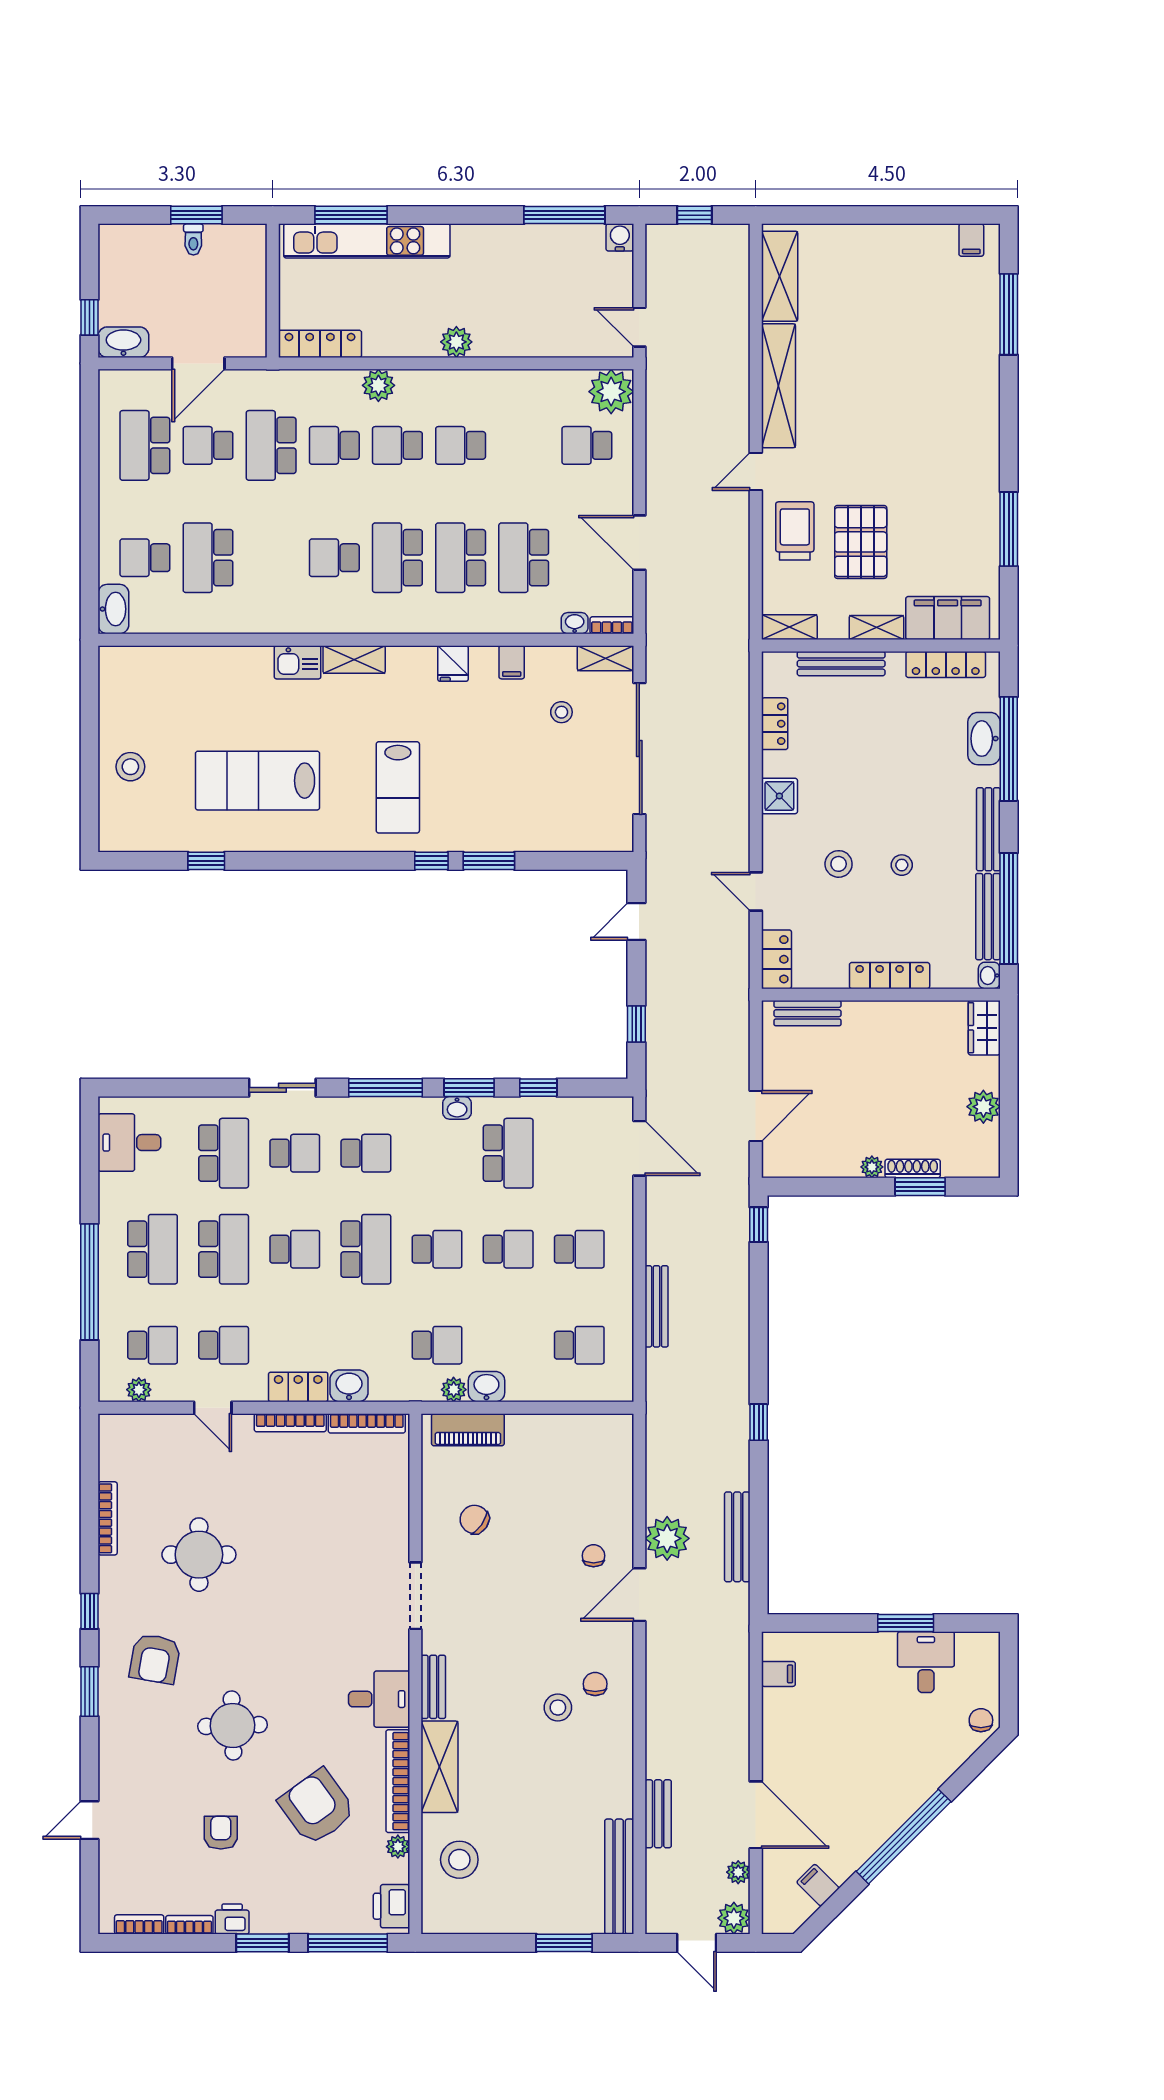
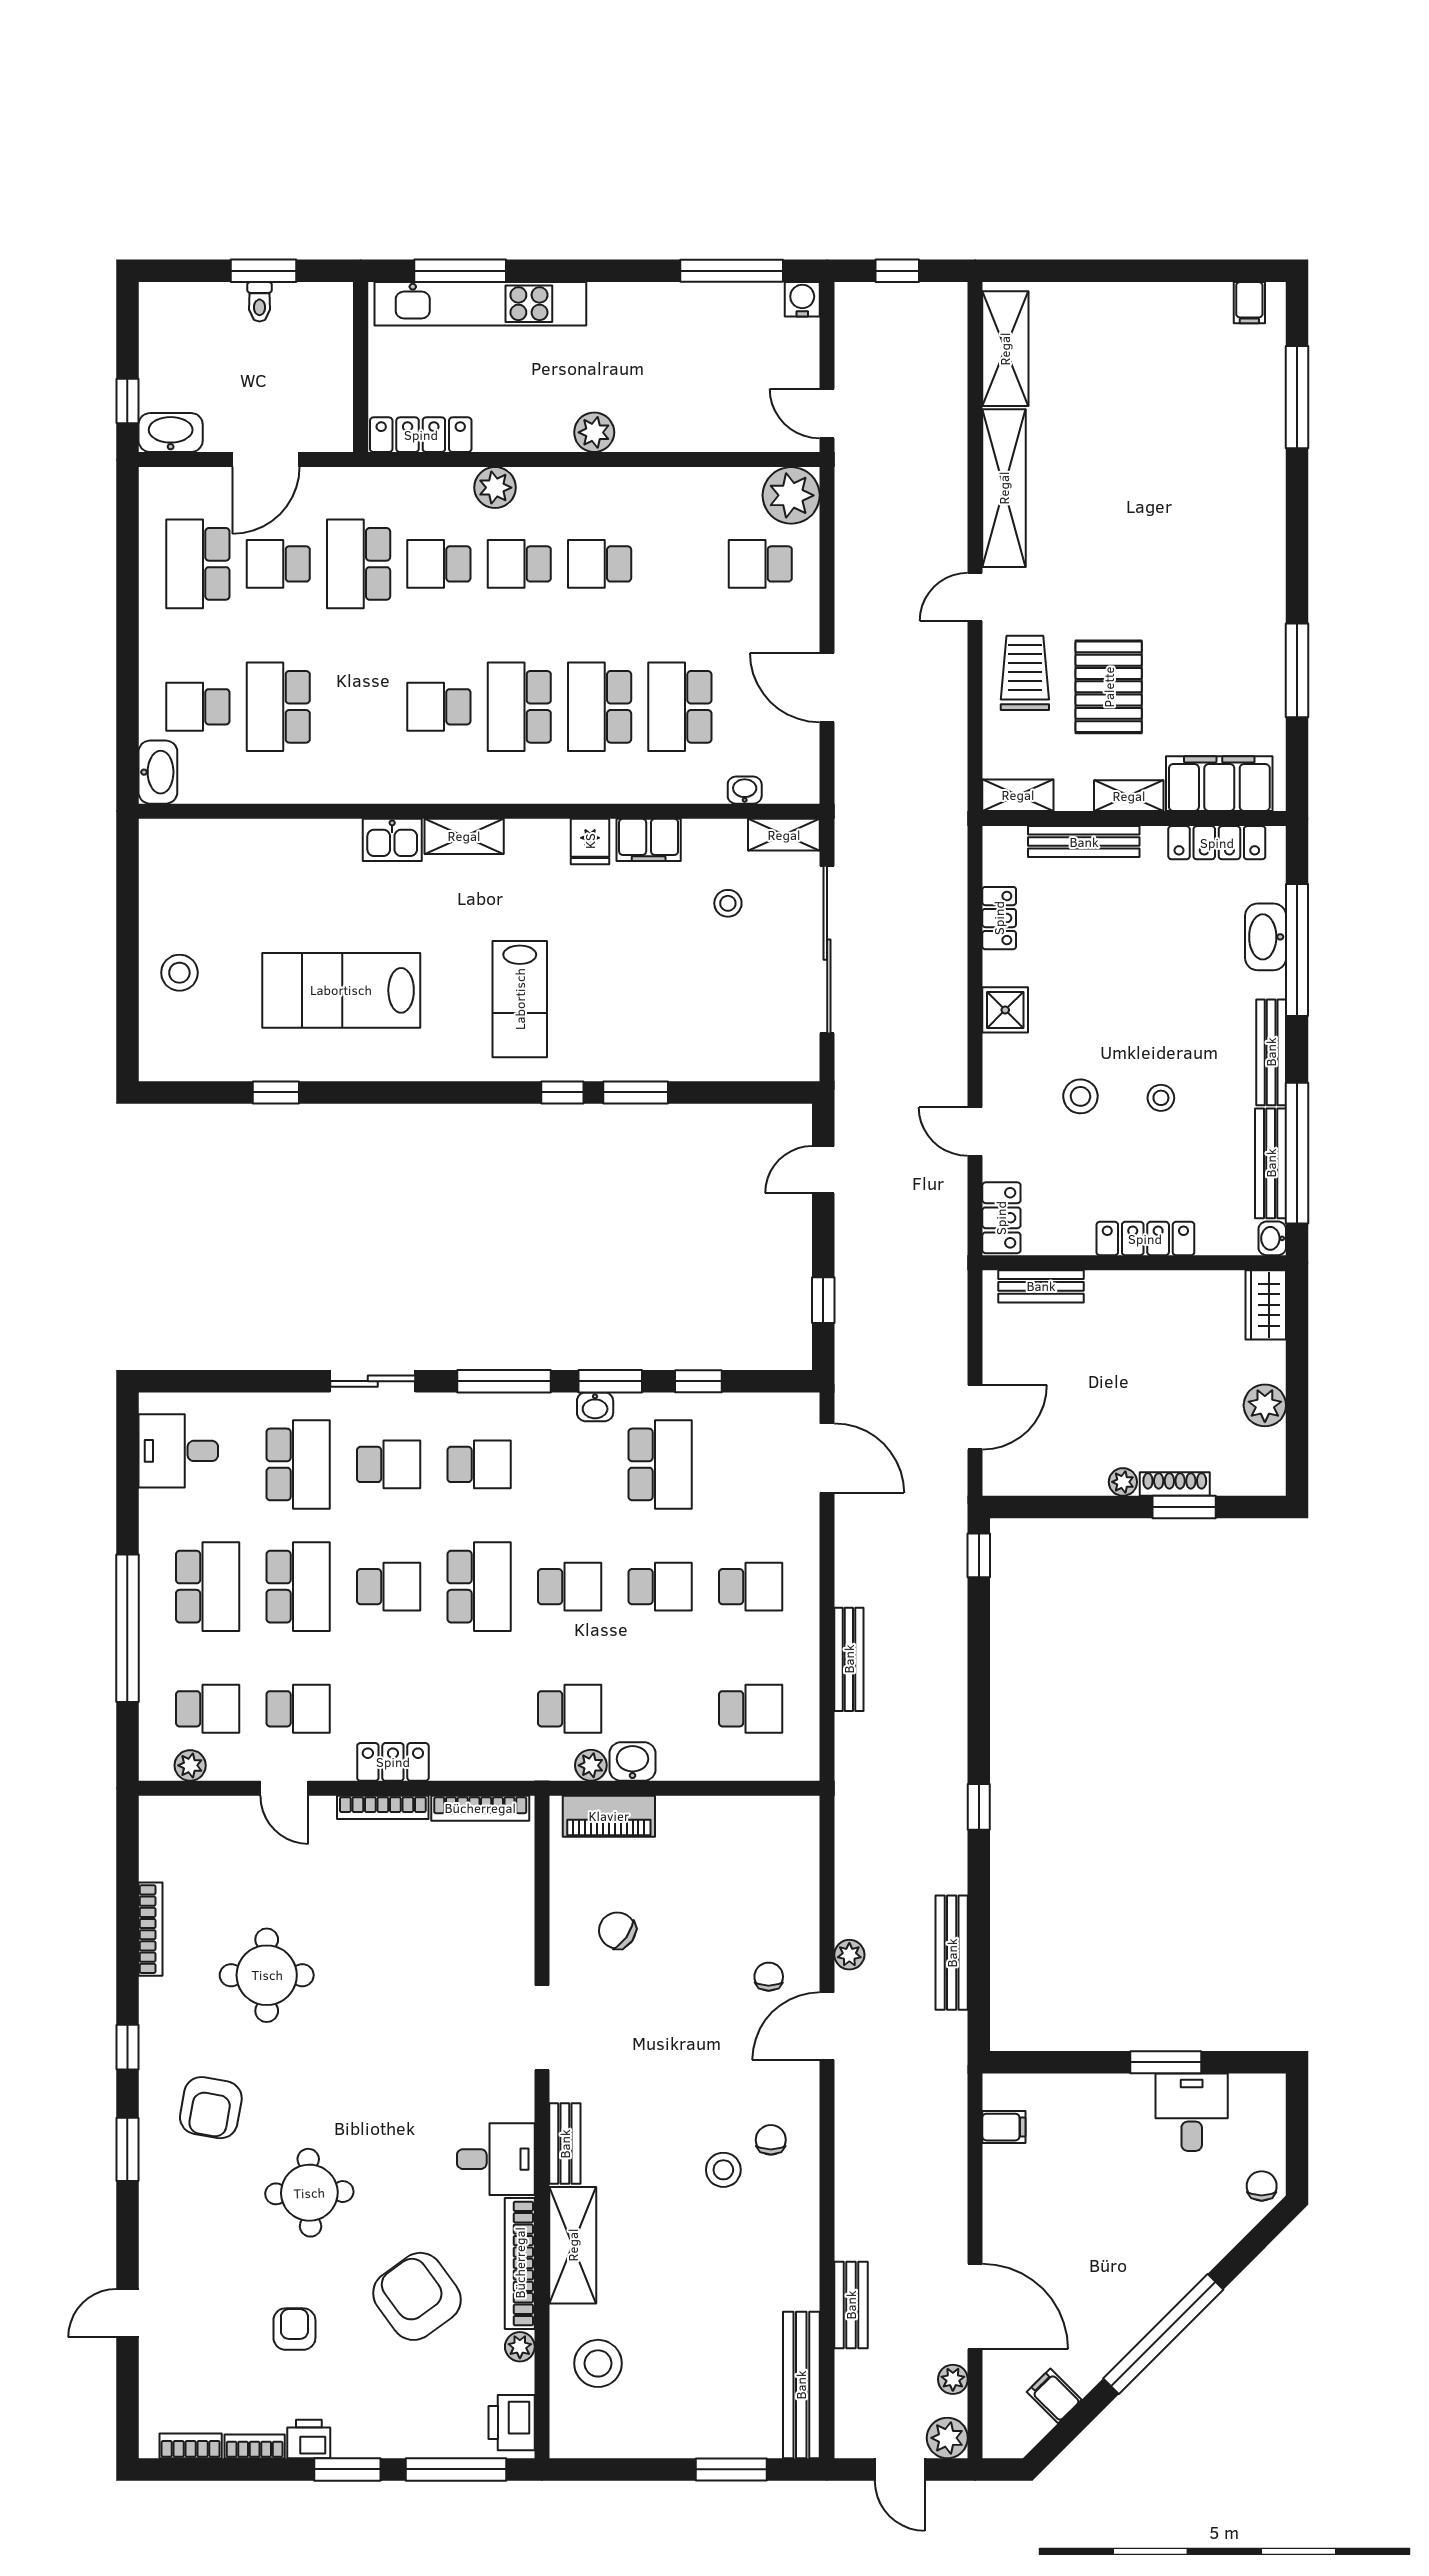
bookcase: (612, 625) -> (792, 793), removed
filing cabinet: (512, 662) -> (649, 840), width x2.00
washbasin: (349, 1386) -> (458, 1761), removed
plant: (667, 1538) -> (849, 1955), width x0.53, depth x0.53

